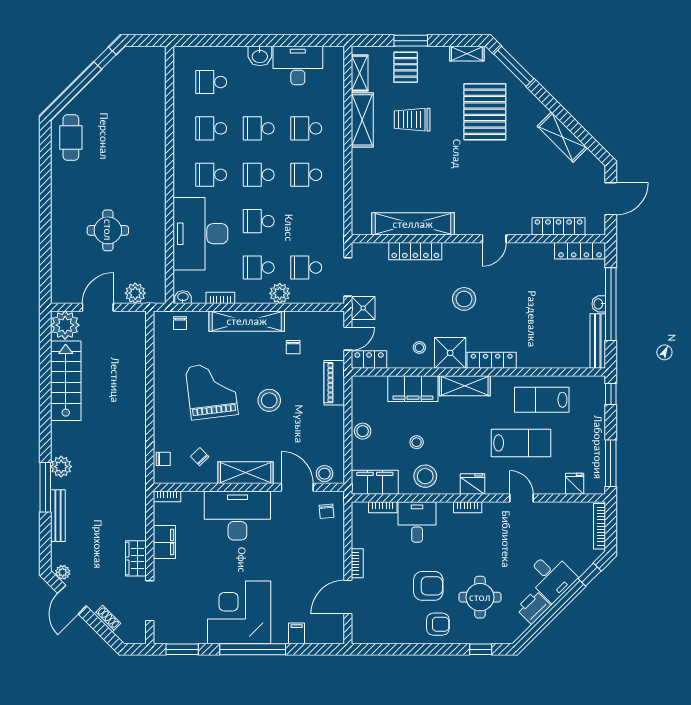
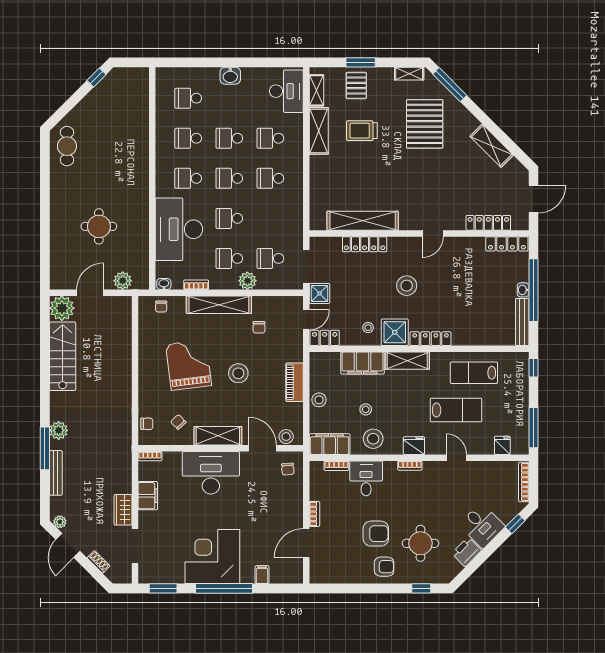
desk: (298, 65) -> (286, 91), moved, turned 90
piano: (334, 383) -> (295, 382), moved

